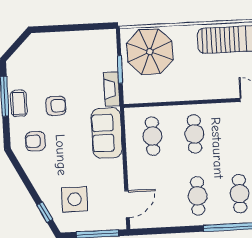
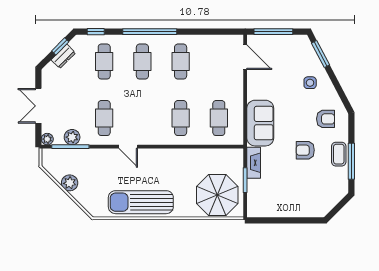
side table: (75, 199) -> (310, 83), moved, width x0.54, depth x0.54
door: (127, 204) -> (245, 57), swing flipped
window: (45, 212) -> (320, 54), width x1.50

